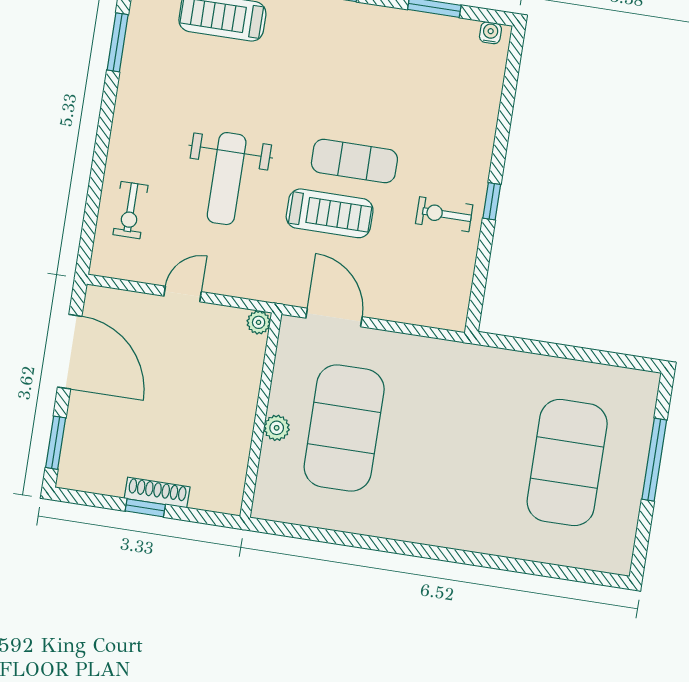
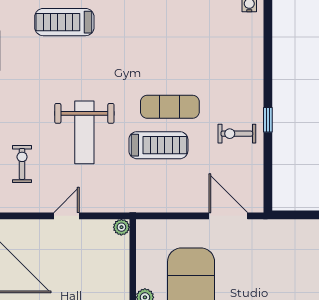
exercise bike: (131, 210) -> (22, 164), turned 180
door: (334, 317) -> (228, 216), moved

